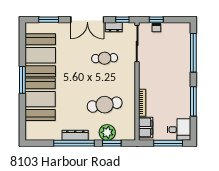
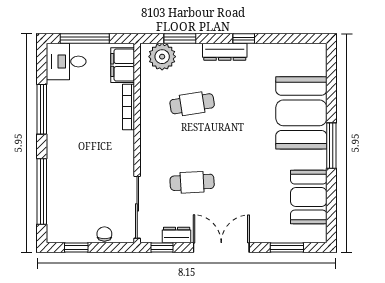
window: (156, 20) -> (76, 248), moved
booth: (40, 55) -> (309, 197), width x0.73, depth x0.70
cafe table: (105, 105) -> (192, 104), width x0.73, depth x0.74
plant: (107, 132) -> (162, 57), moved
dresser: (75, 135) -> (225, 52), moved
window: (74, 143) -> (244, 39), width x0.32

